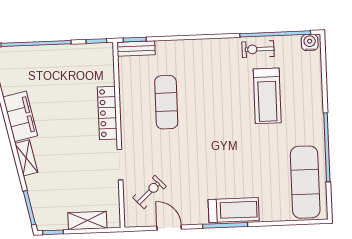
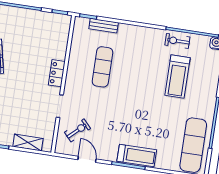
bench: (136, 49) -> (104, 26), moved
locker: (107, 113) -> (57, 73), width x0.66

